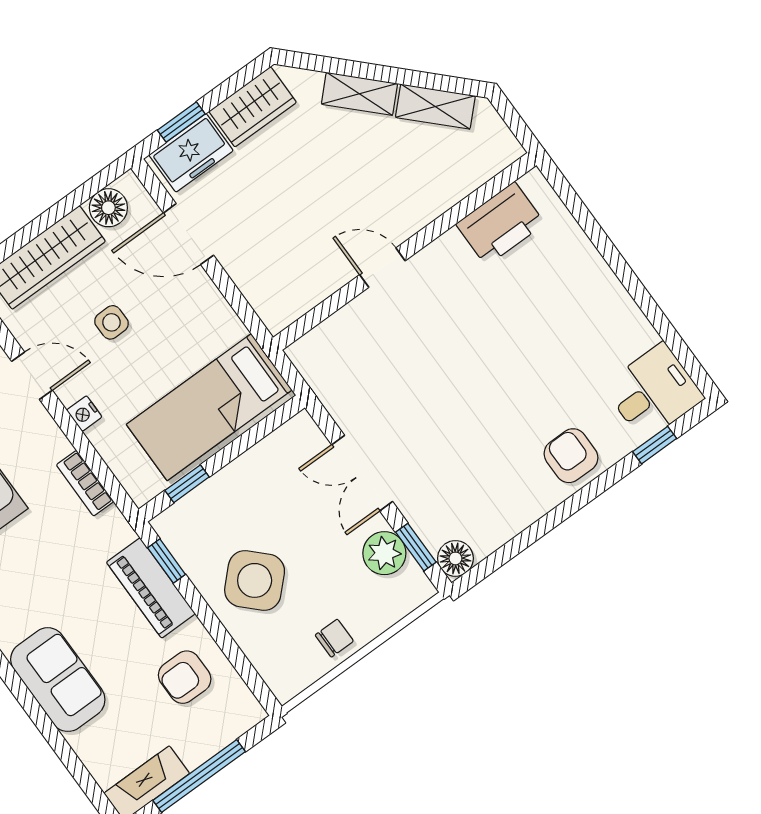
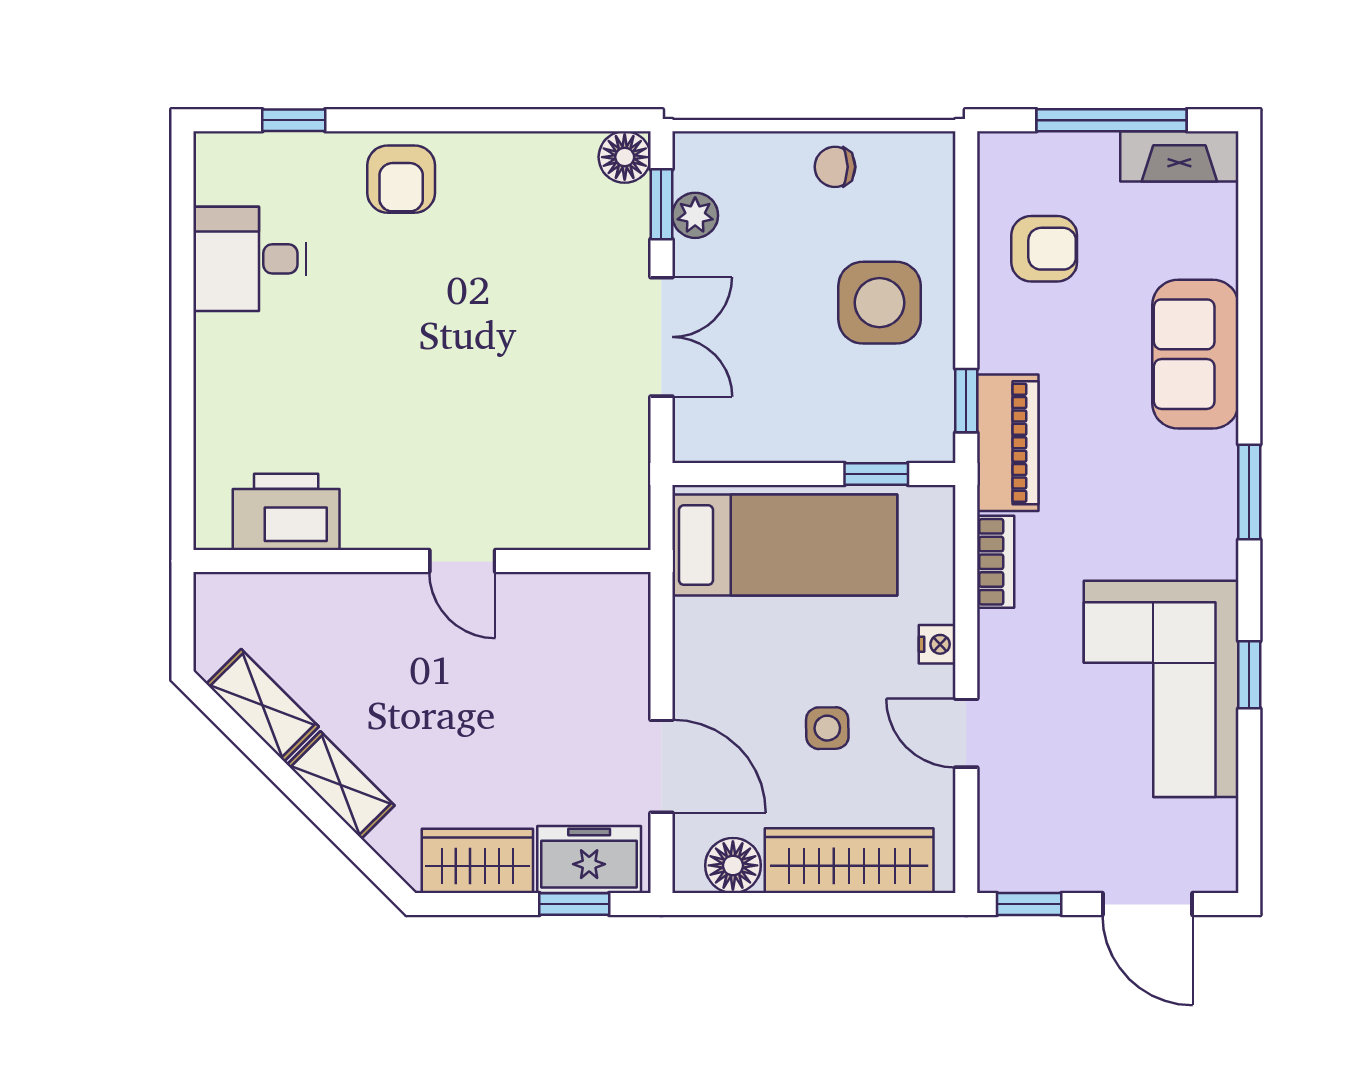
desk: (653, 392) -> (250, 259), moved
plant: (384, 553) -> (695, 215), width x0.73, depth x0.73
side table: (255, 580) -> (880, 303), turned 45
piano: (151, 588) -> (1008, 443), moved

